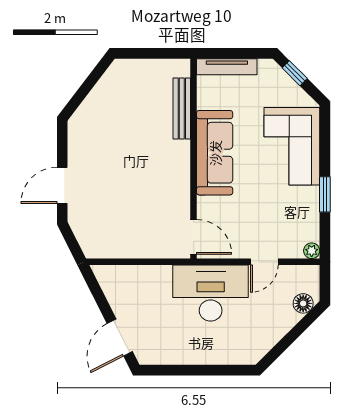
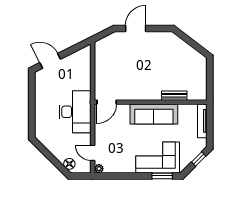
bench: (182, 108) -> (174, 96), width x0.73
door: (62, 185) -> (136, 28), hinge flipped
window: (325, 194) -> (162, 176), moved
door: (264, 262) -> (93, 153), moved

